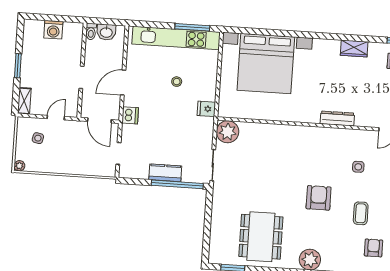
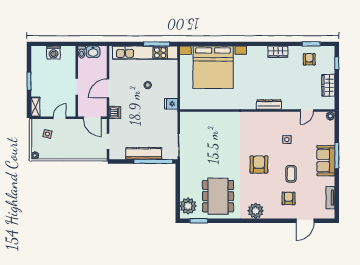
plant: (228, 132) -> (188, 206), moved
kitchen counter: (165, 173) -> (144, 153), width x1.50
armchair: (373, 248) -> (289, 198), moved

